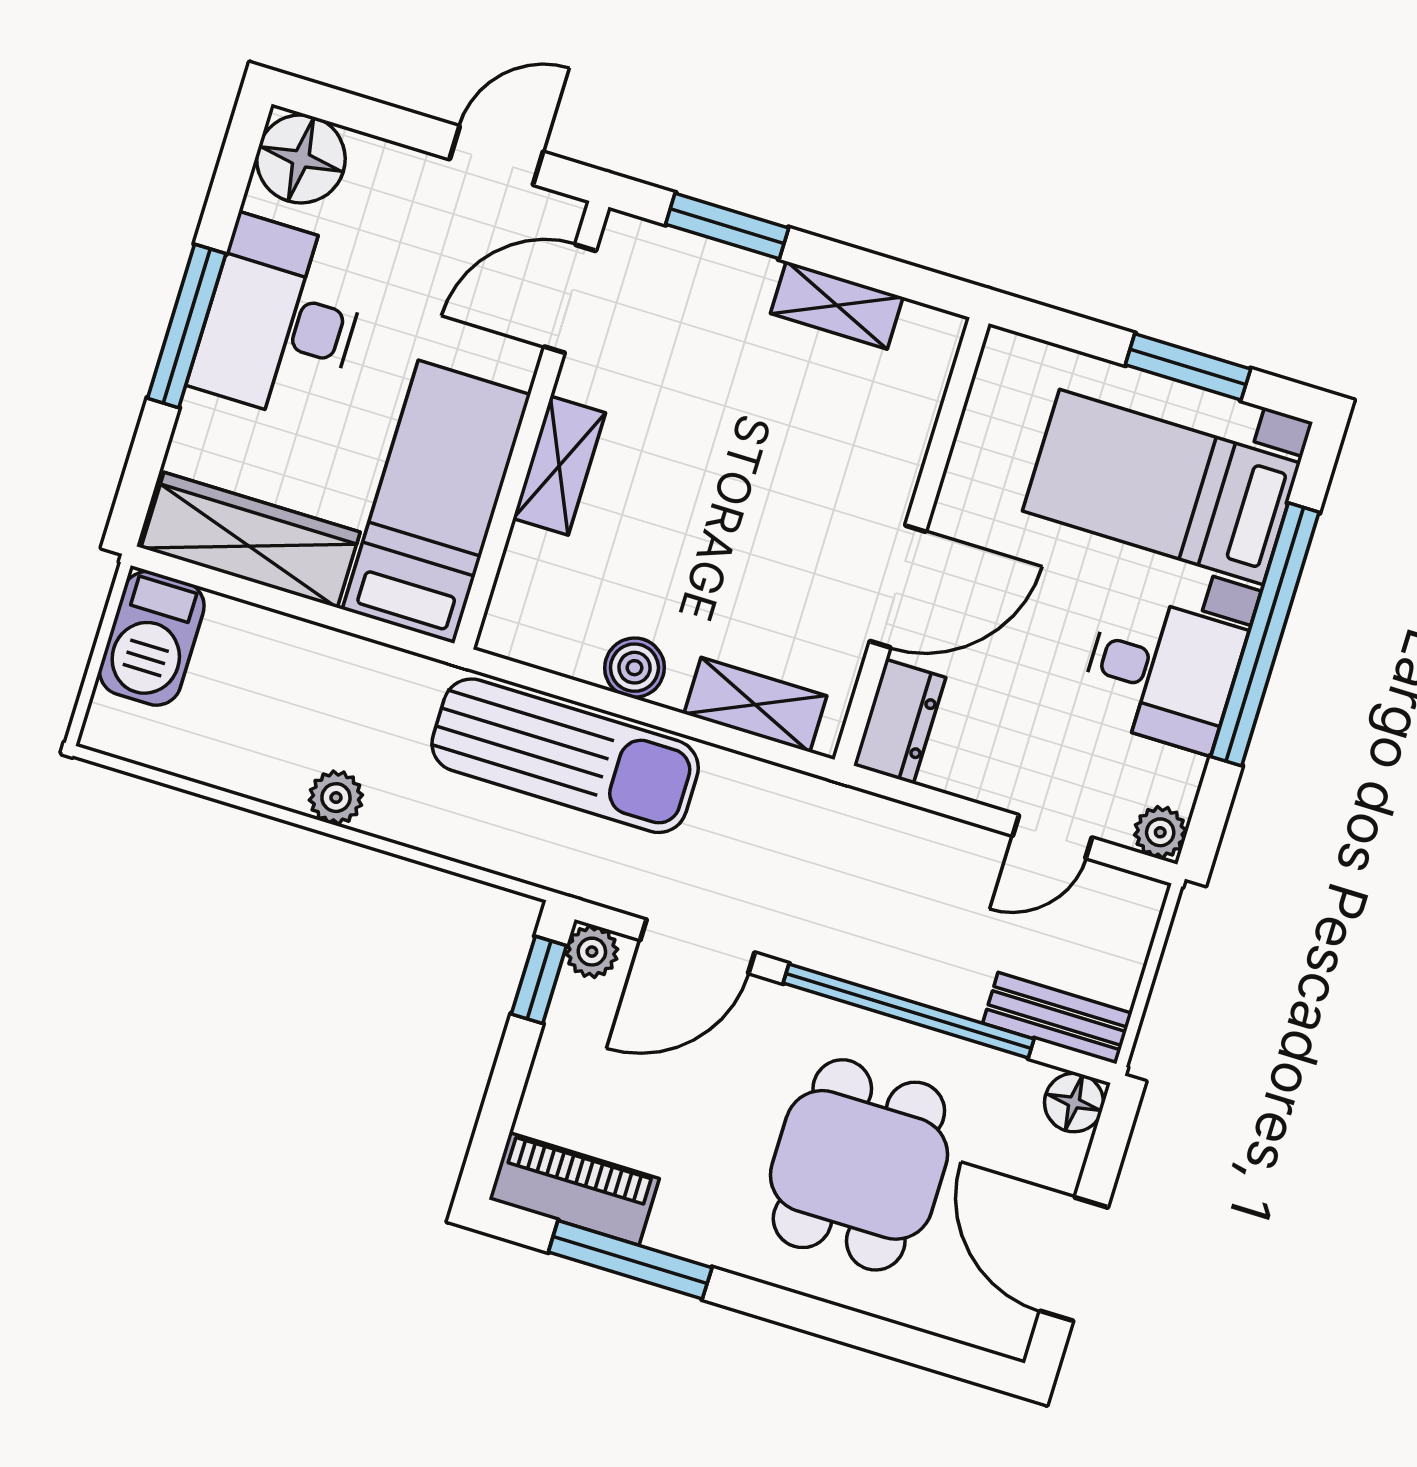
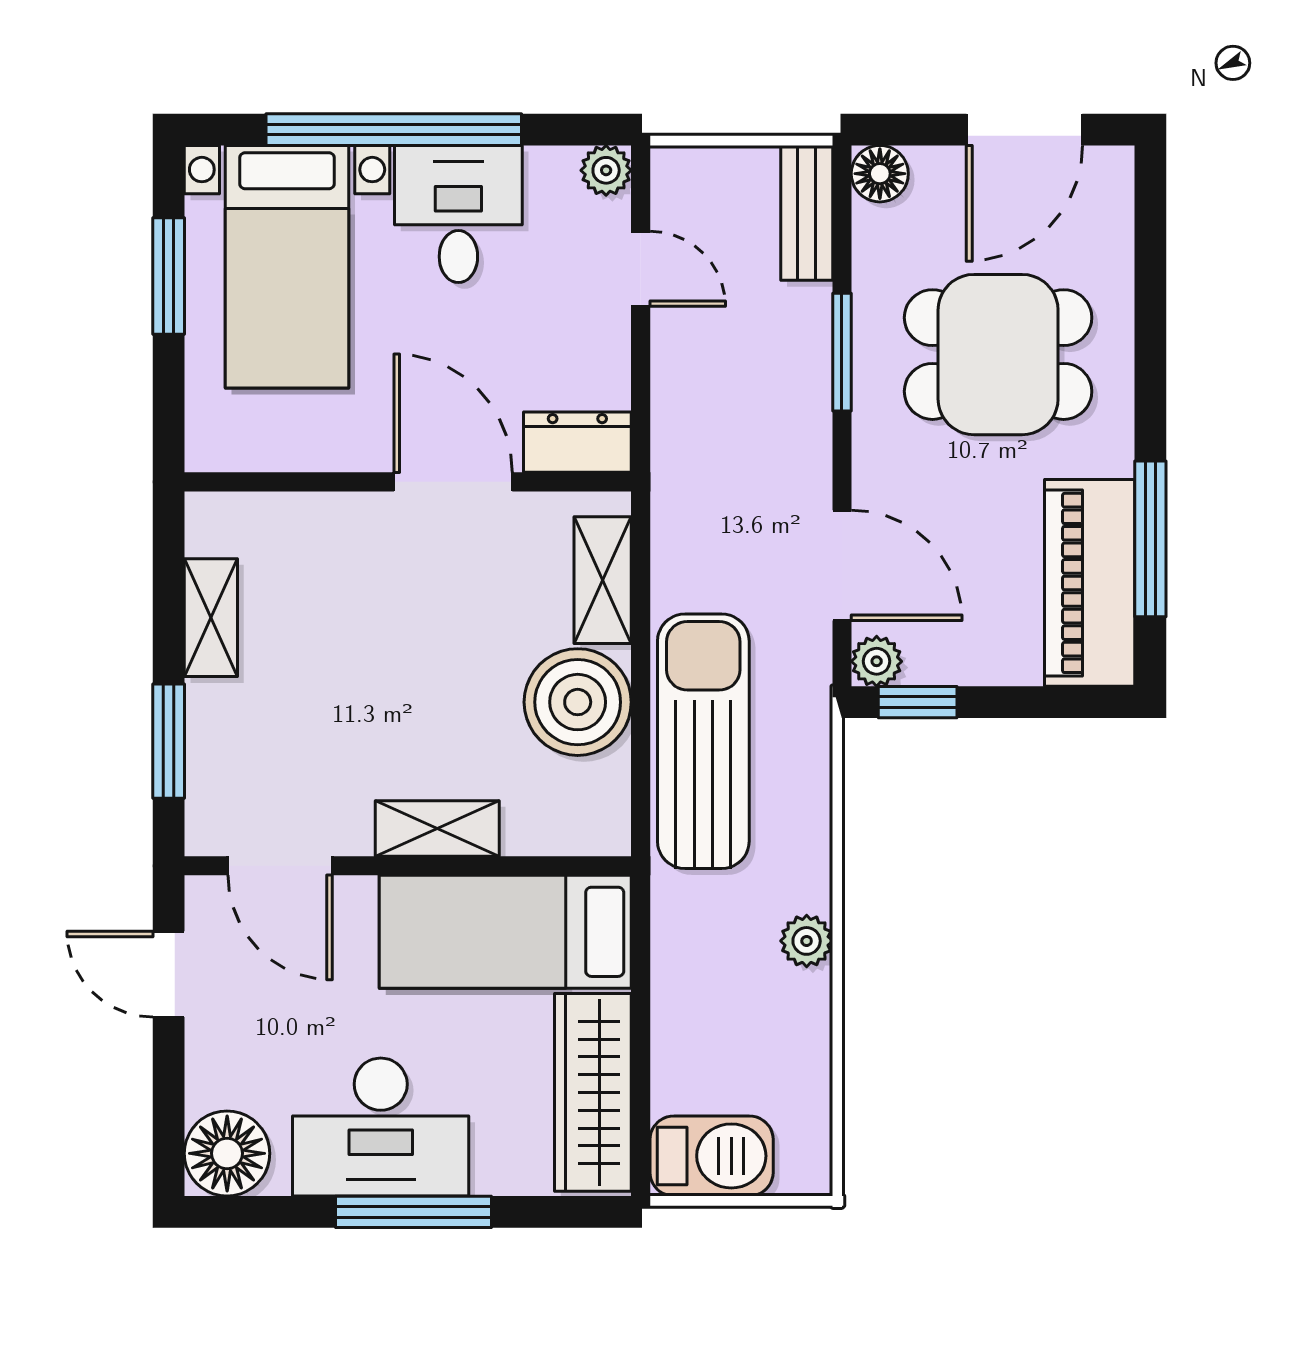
boiler: (634, 668) -> (578, 702), width x1.86, depth x1.86
window: (909, 1011) -> (842, 352), width x0.47
piano: (574, 1189) -> (1090, 583), width x1.37, depth x1.33

